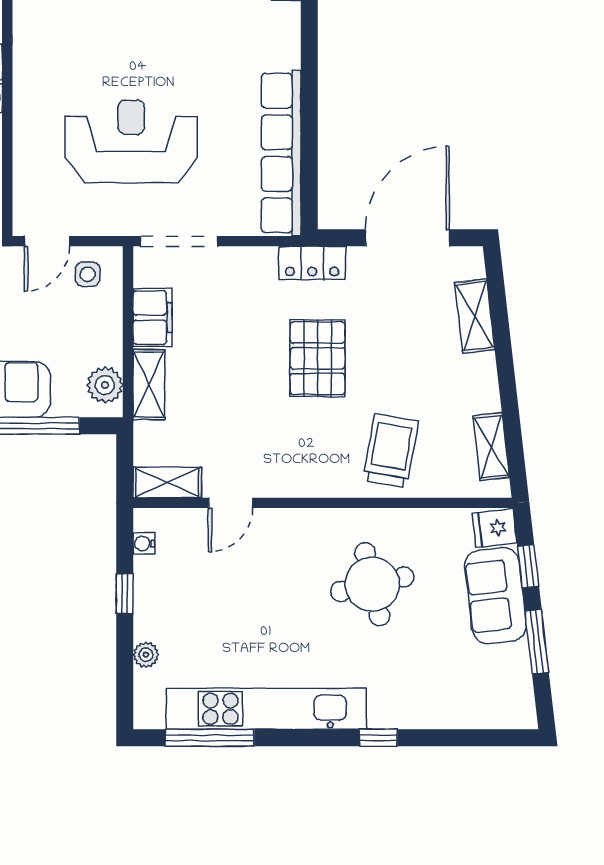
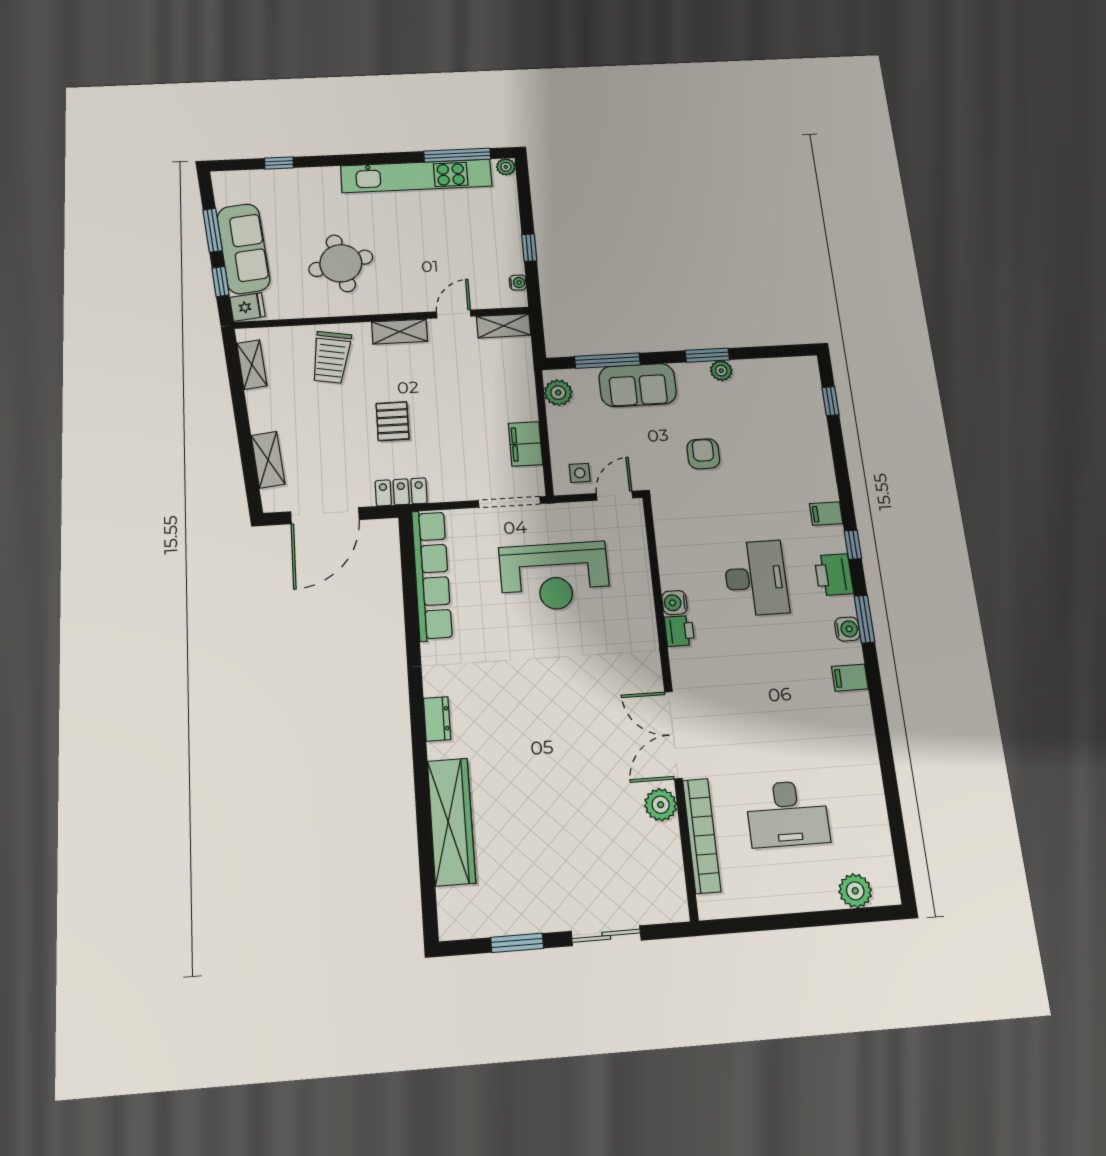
pallet: (318, 358) -> (393, 421), width x0.67, depth x0.71
shelving: (149, 385) -> (400, 332), moved, turned 90
sofa: (496, 596) -> (243, 249), width x1.36
plant: (146, 655) -> (506, 167), moved
window: (378, 738) -> (279, 163), moved

